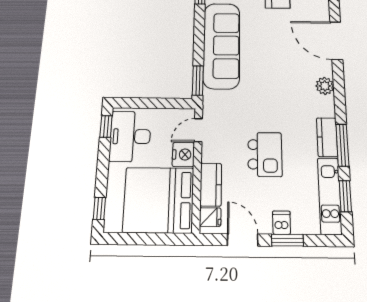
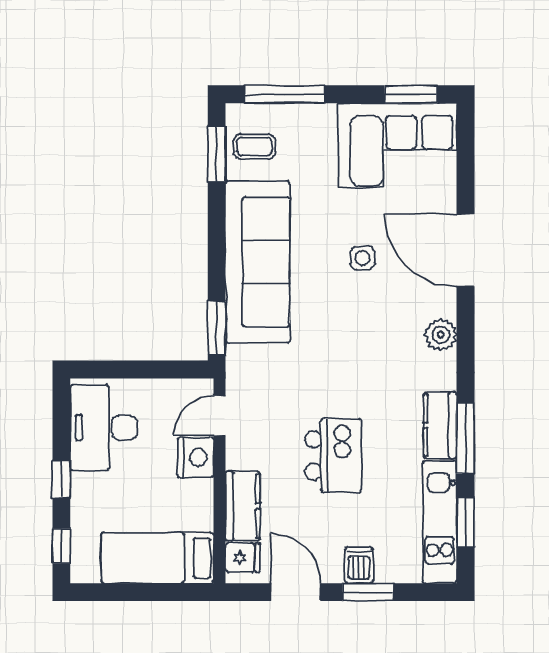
side table: (280, 44) -> (362, 258), added
window: (106, 126) -> (61, 479), moved
bed: (159, 200) -> (157, 558), width x0.49

